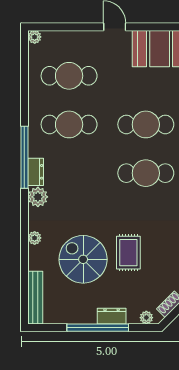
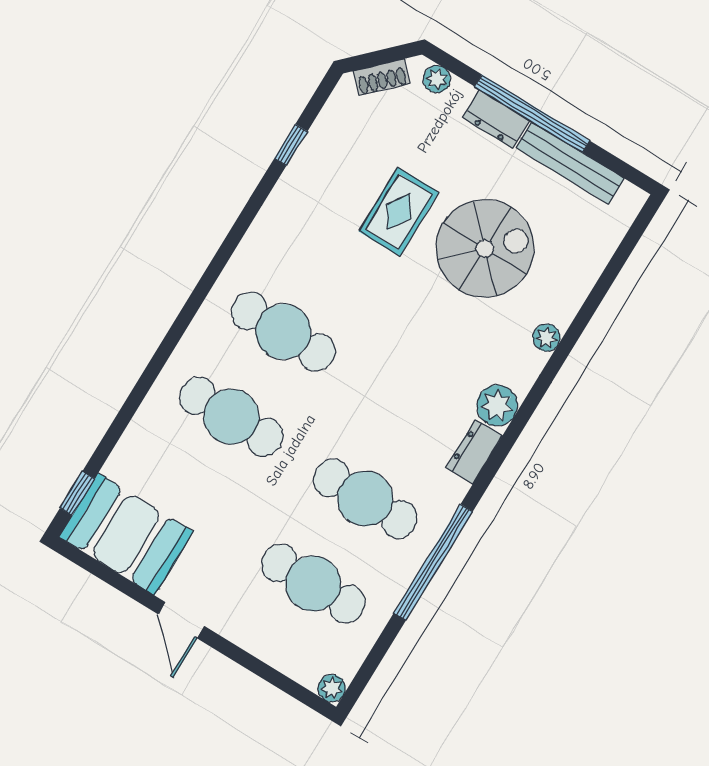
window: (24, 157) -> (433, 562), moved
spiral stairs: (83, 259) -> (485, 248), turned -90
bench: (35, 298) -> (570, 163), moved, turned 90

